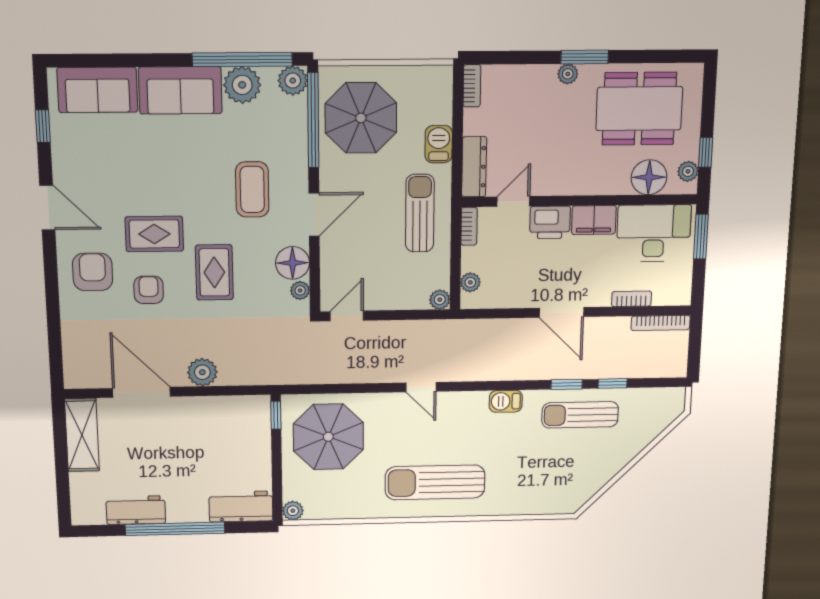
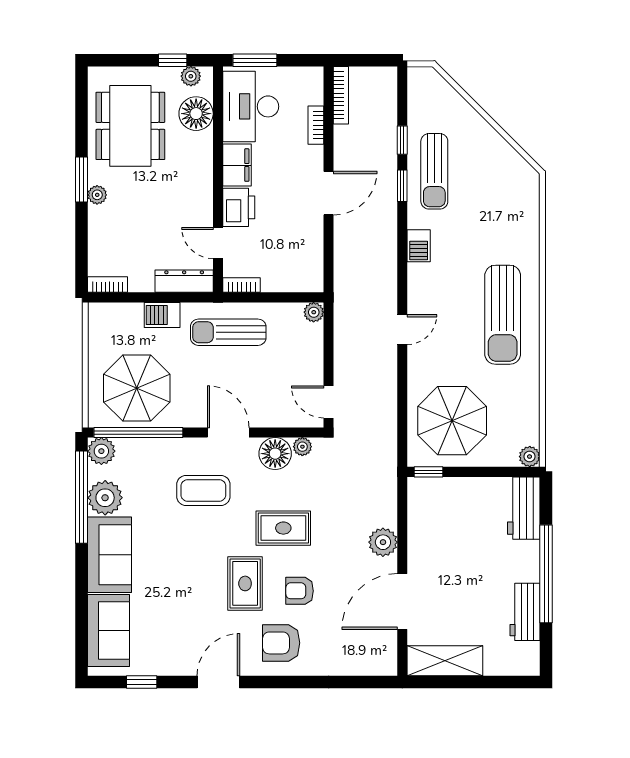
plant: (470, 282) -> (297, 283), removed

